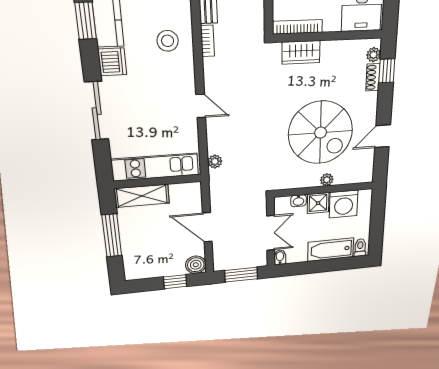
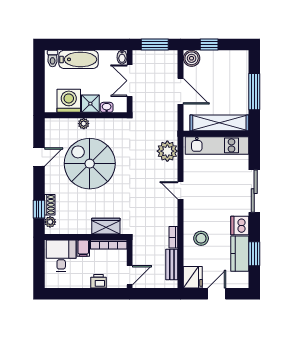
filing cabinet: (332, 20) -> (83, 248), added
plant: (215, 161) -> (167, 151), width x1.88, depth x1.88
shelving: (142, 196) -> (219, 123), width x1.47

